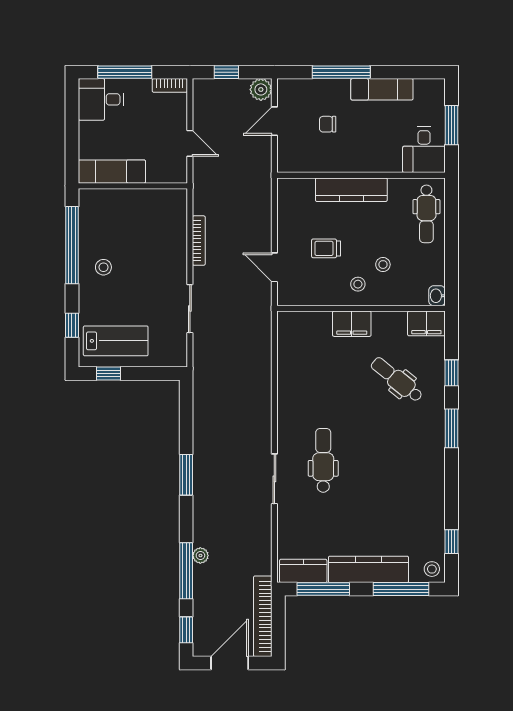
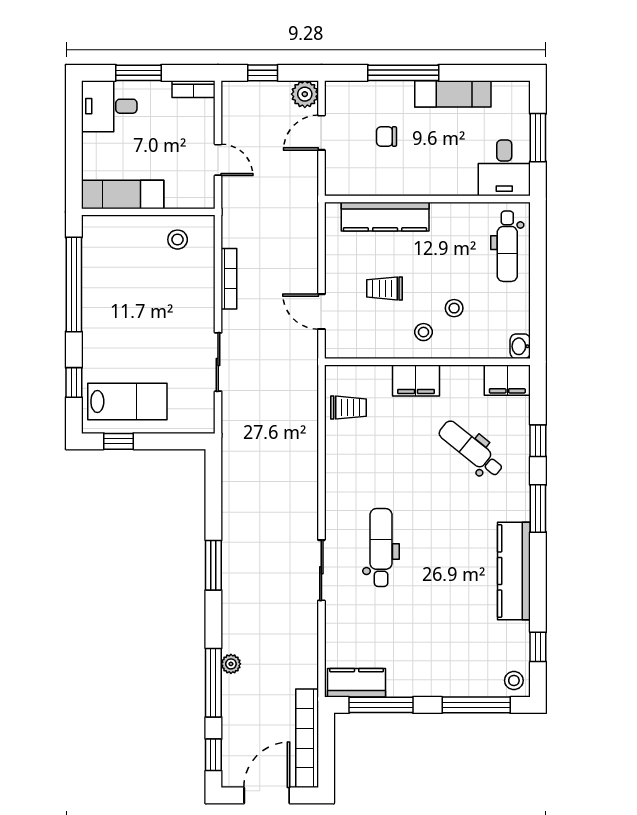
window: (125, 72) -> (138, 73), width x0.69
kitchen counter: (351, 190) -> (385, 217), moved
stool: (103, 267) -> (178, 240), moved
trolley: (297, 346) -> (348, 408), added
kitchen counter: (368, 569) -> (514, 571), moved, turned -90

